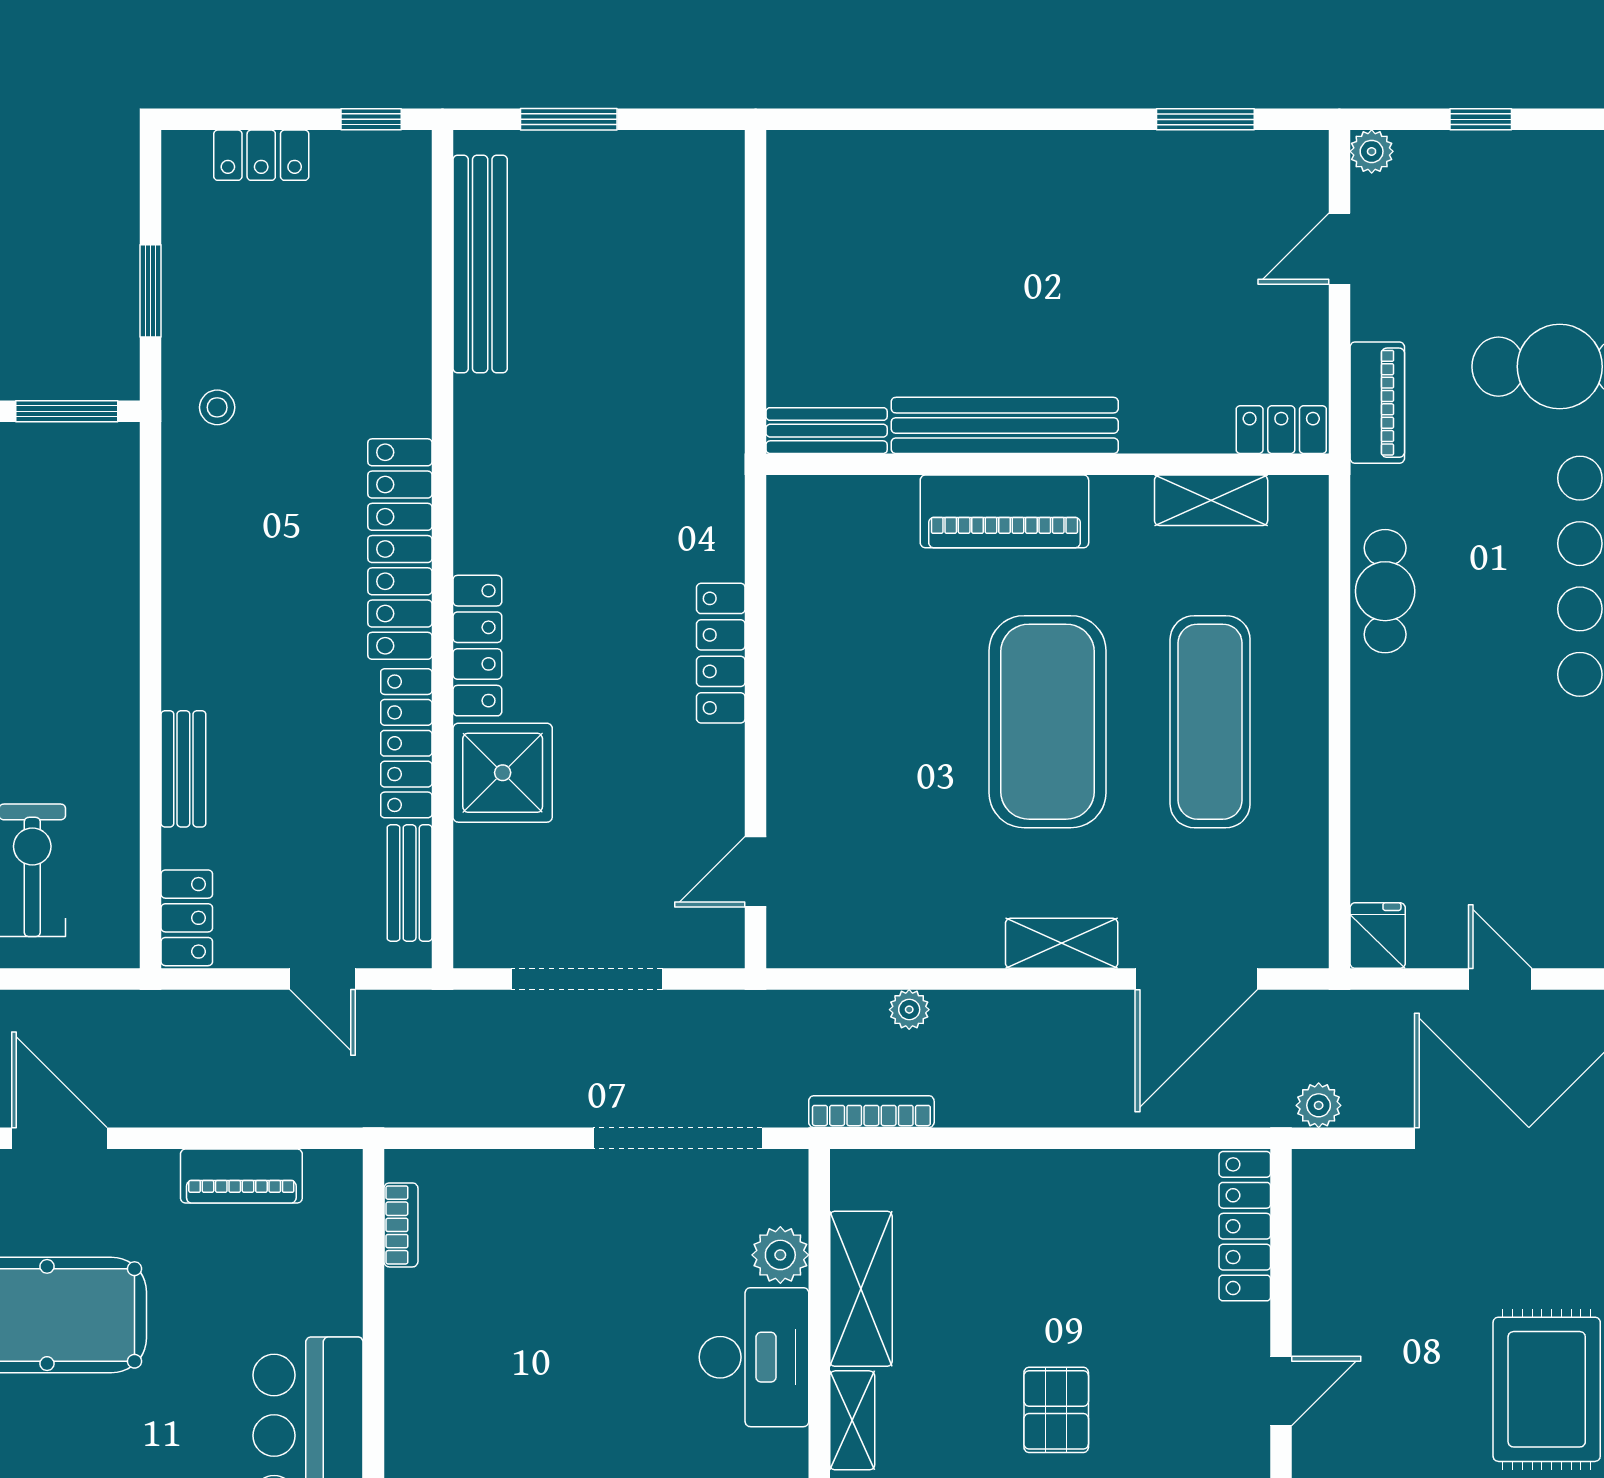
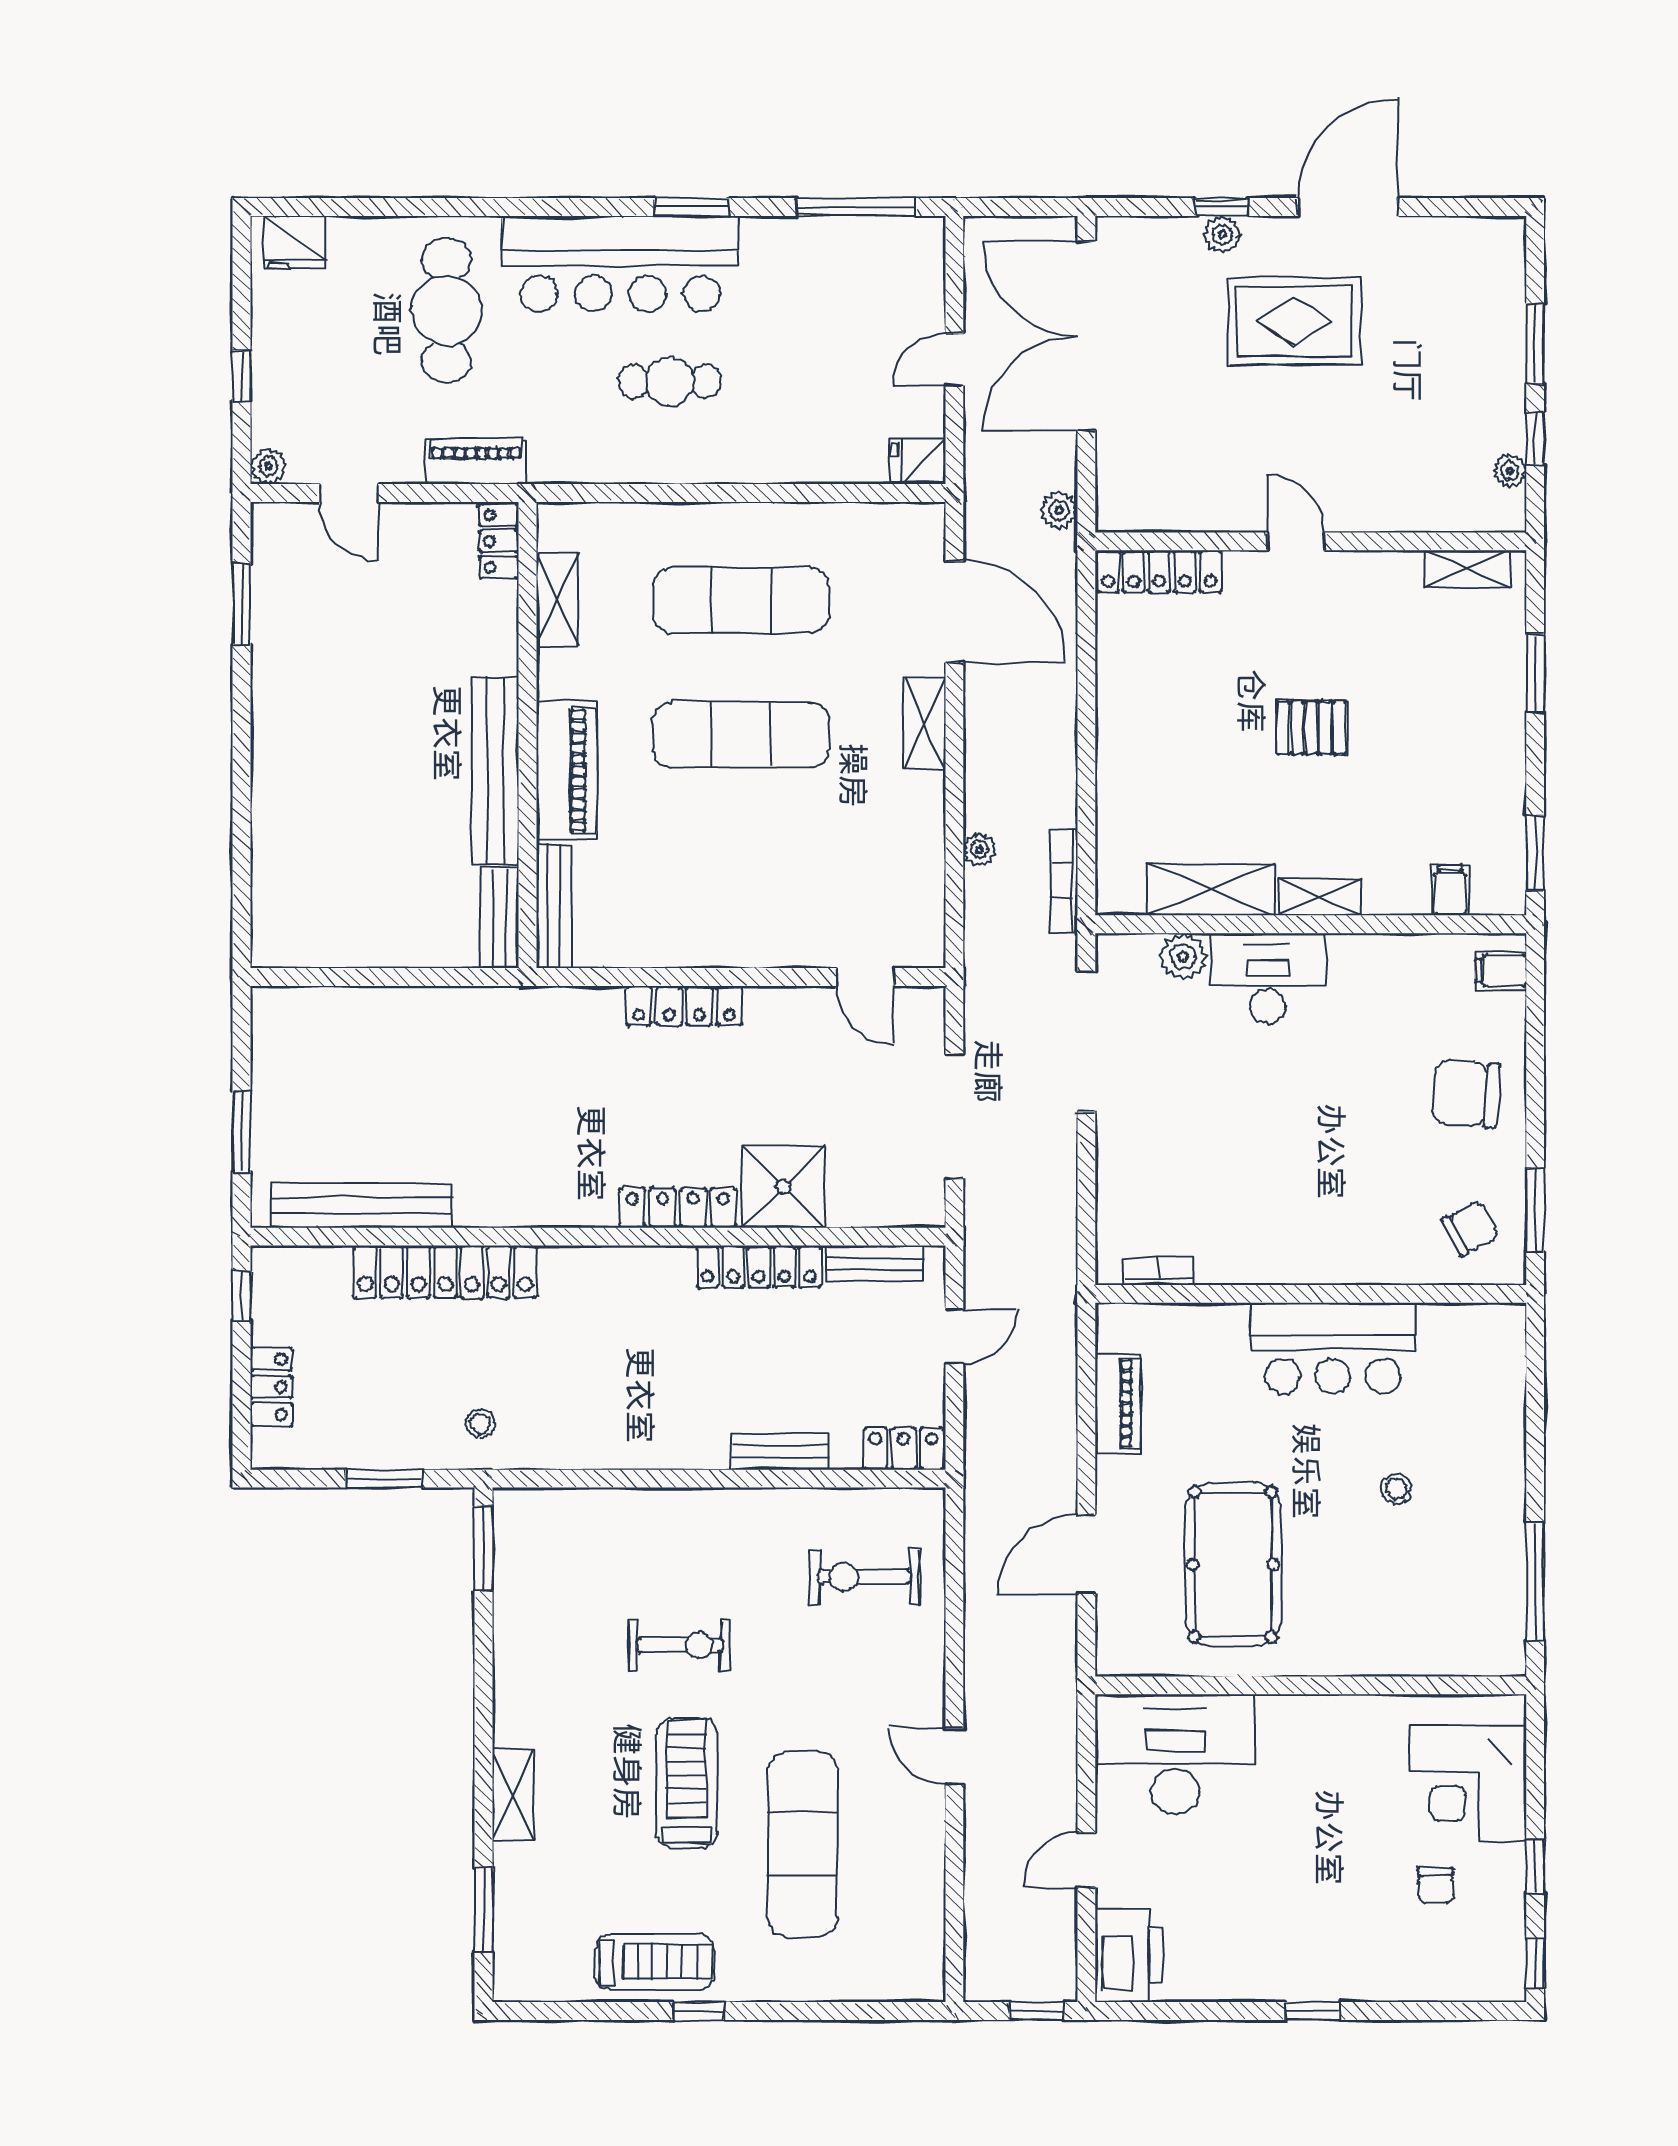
bench: (841, 496) -> (554, 906), added
locker: (400, 549) -> (445, 1272), moved
cafe table: (1385, 591) -> (670, 381), moved
exercise mat: (1047, 722) -> (741, 735), width x0.68

